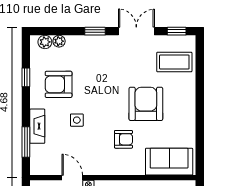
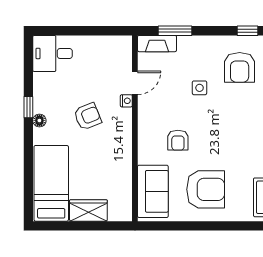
armchair: (59, 84) -> (240, 67), turned 180
armchair: (146, 104) -> (206, 189), moved
fireplace: (37, 126) -> (157, 44), moved

